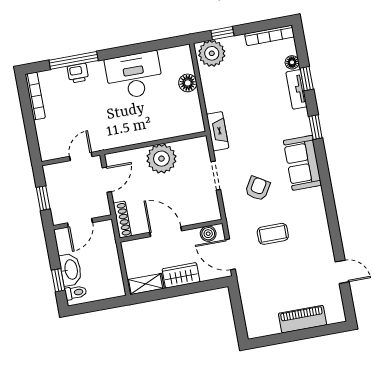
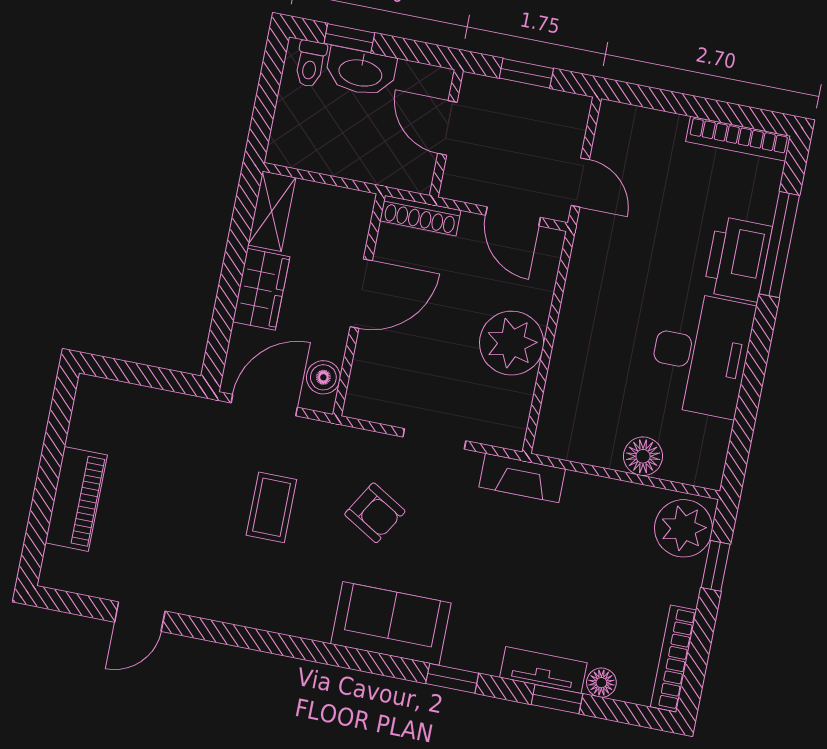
printer: (78, 73) -> (738, 259), width x1.87, depth x1.48

